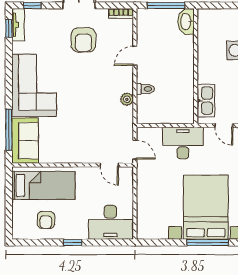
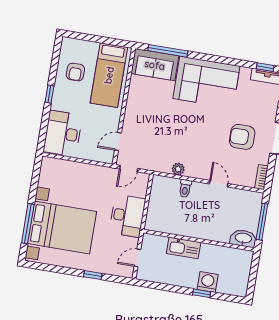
kitchen sink: (206, 101) -> (184, 248), moved
armchair: (46, 220) -> (75, 72), turned -92

